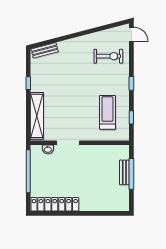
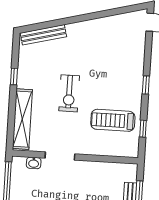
bench: (45, 50) -> (43, 35), width x1.36
exercise bike: (108, 56) -> (69, 93), moved, turned 90
treadmill: (107, 112) -> (113, 120), turned -90

